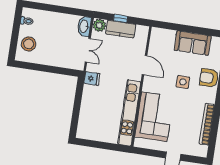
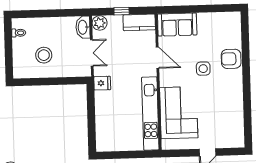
kitchen counter: (121, 29) -> (139, 22), moved
sofa: (193, 43) -> (177, 24), moved
stool: (29, 44) -> (44, 55), moved
bookcase: (207, 124) -> (238, 110), removed

